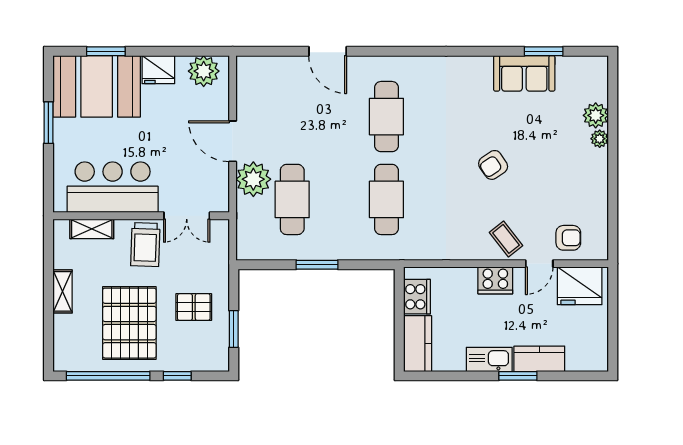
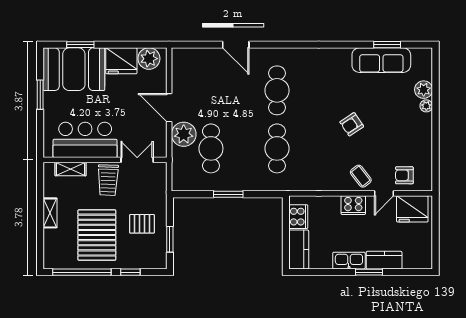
fridge: (158, 70) -> (121, 61), width x1.36, depth x1.34
sofa: (524, 73) -> (381, 60), width x1.36
double door: (187, 216) -> (137, 160), swing flipped
armchair: (568, 238) -> (404, 175), turned 180

